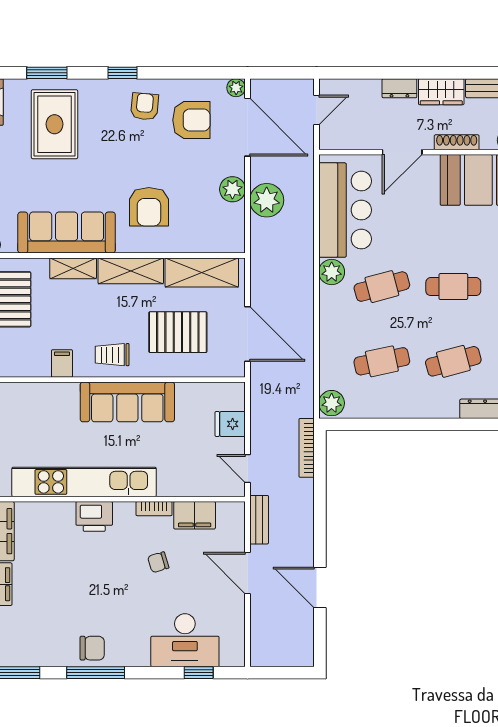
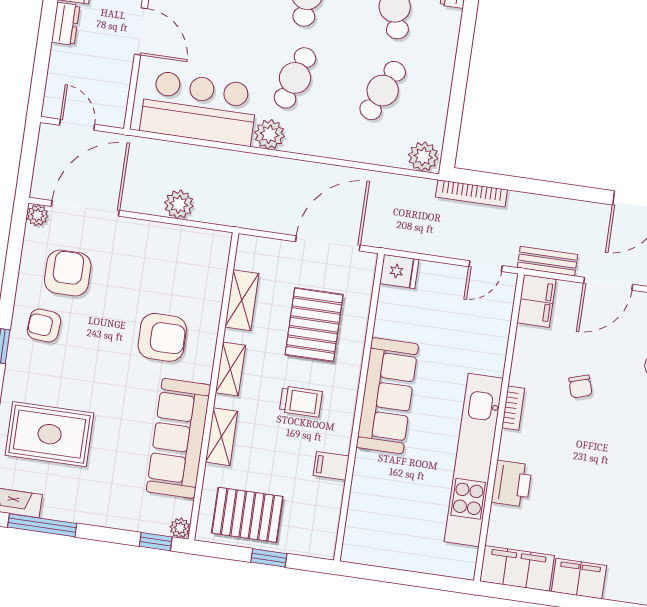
plant: (232, 189) -> (156, 237), removed
plant: (267, 200) -> (179, 204), width x0.73, depth x0.73
shelving: (131, 271) -> (230, 369), width x0.67, depth x0.75
shelving: (202, 272) -> (242, 300), width x0.67, depth x0.75
cafe table: (382, 287) -> (295, 78), turned 33
trolley: (112, 355) -> (301, 402), moved, turned -90
cafe table: (382, 361) -> (383, 91), turned 36
fridge: (230, 424) -> (399, 271), moved, turned -90
bookcase: (154, 509) -> (513, 408), moved
filing cabinet: (195, 515) -> (537, 301), moved
printer: (94, 516) -> (512, 484), moved

